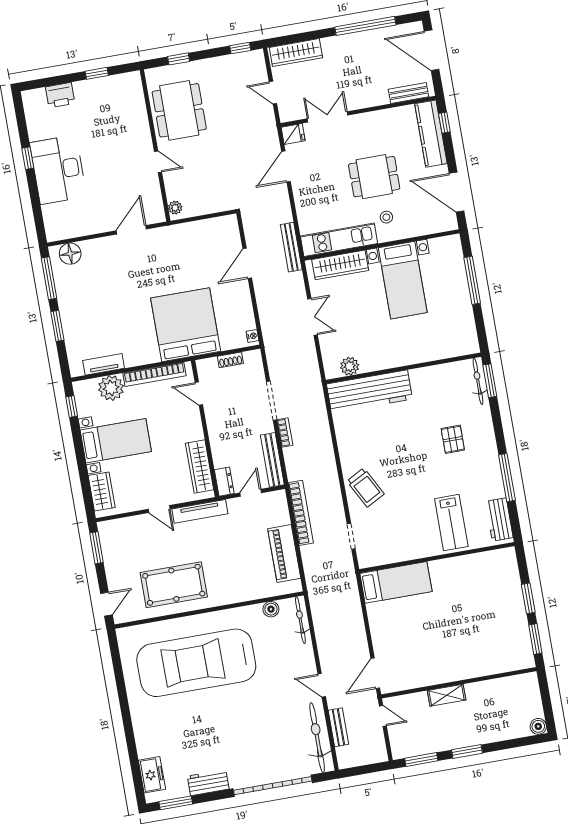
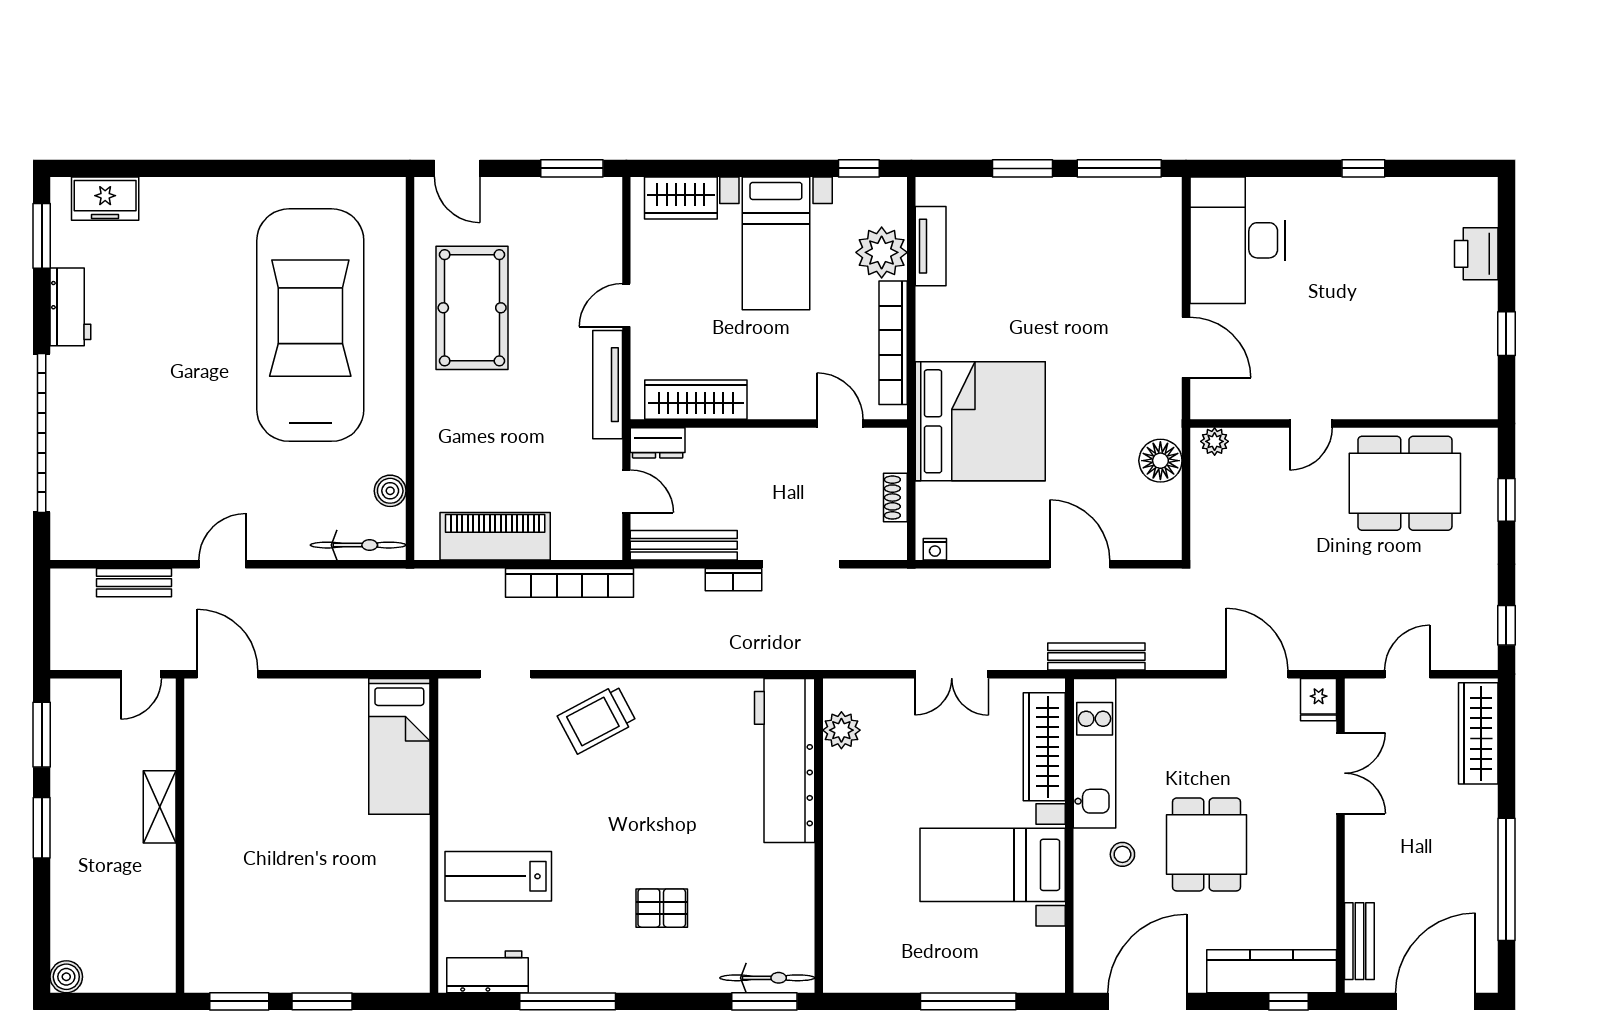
desk: (58, 170) -> (1238, 240), moved, turned -90
floor lamp: (70, 254) -> (1160, 461), moved
door: (199, 394) -> (840, 424), hinge flipped
bicycle: (317, 738) -> (121, 537), removed

